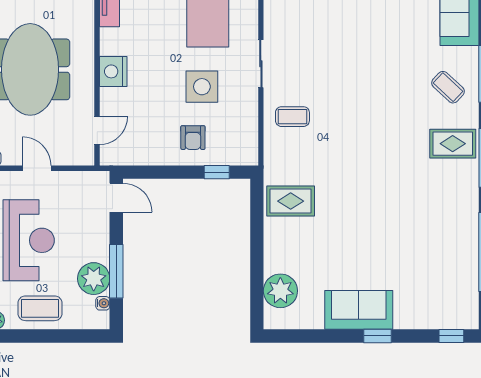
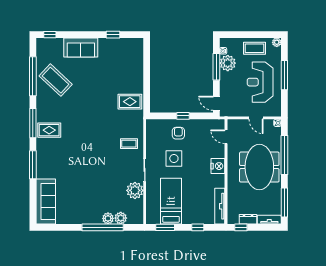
coffee table: (448, 87) -> (56, 80), moved, width x1.86, depth x1.72
door: (97, 130) -> (226, 137), hinge flipped
window: (217, 172) -> (183, 116), moved
plant: (280, 291) -> (135, 190), moved
sofa: (359, 310) -> (81, 48), moved
window: (378, 336) -> (113, 35), moved

